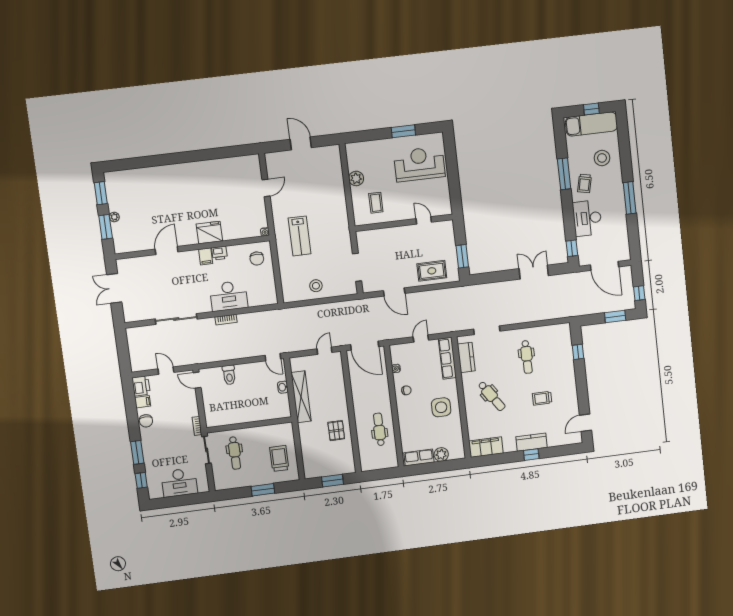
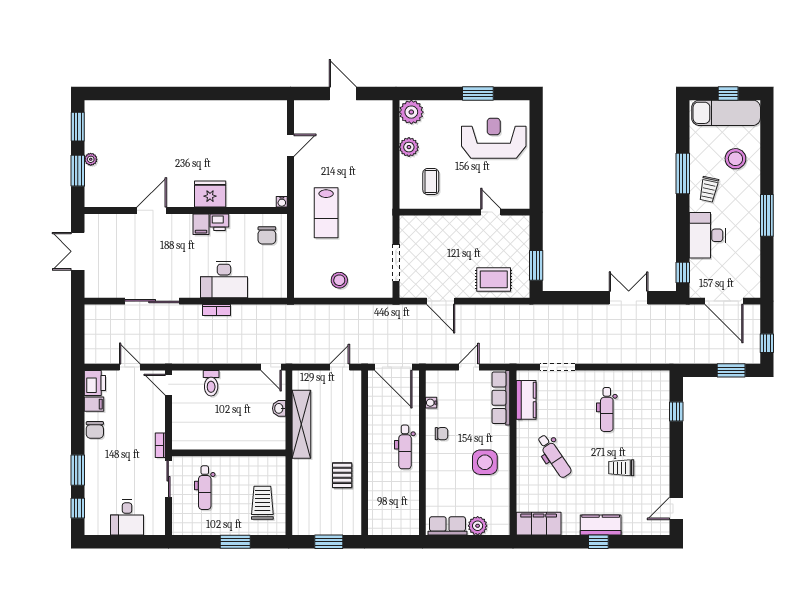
plant: (355, 152) -> (411, 112), added
dental chair: (379, 429) -> (405, 447), moved, turned 180
desk: (179, 483) -> (127, 518), width x0.73

